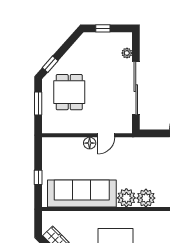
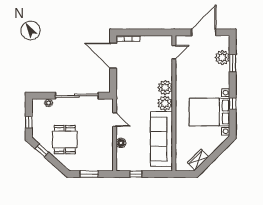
window: (50, 64) -> (42, 150), moved
dining table: (69, 92) -> (65, 140), moved, turned 90
floor lamp: (90, 143) -> (121, 143), moved
window: (38, 177) -> (136, 174), moved

